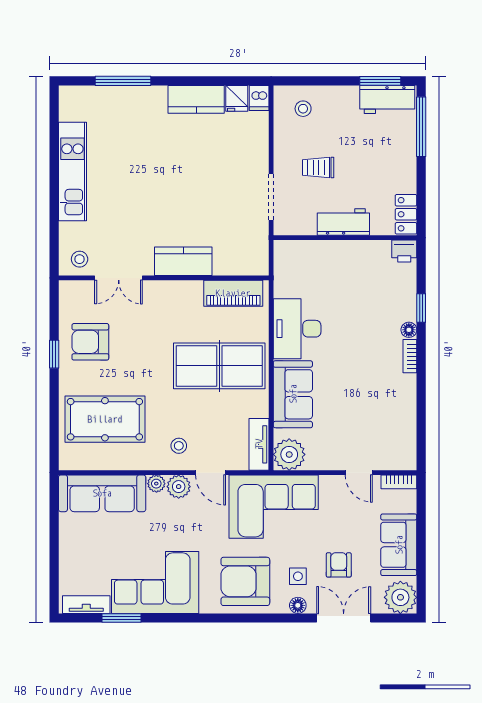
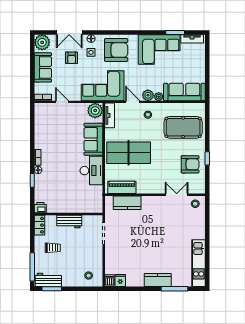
kitchen counter: (196, 99) -> (158, 280), moved
trolley: (318, 168) -> (53, 248), moved
kitchen unit: (72, 171) -> (199, 263), moved
kitchen counter: (183, 261) -> (127, 203), moved

